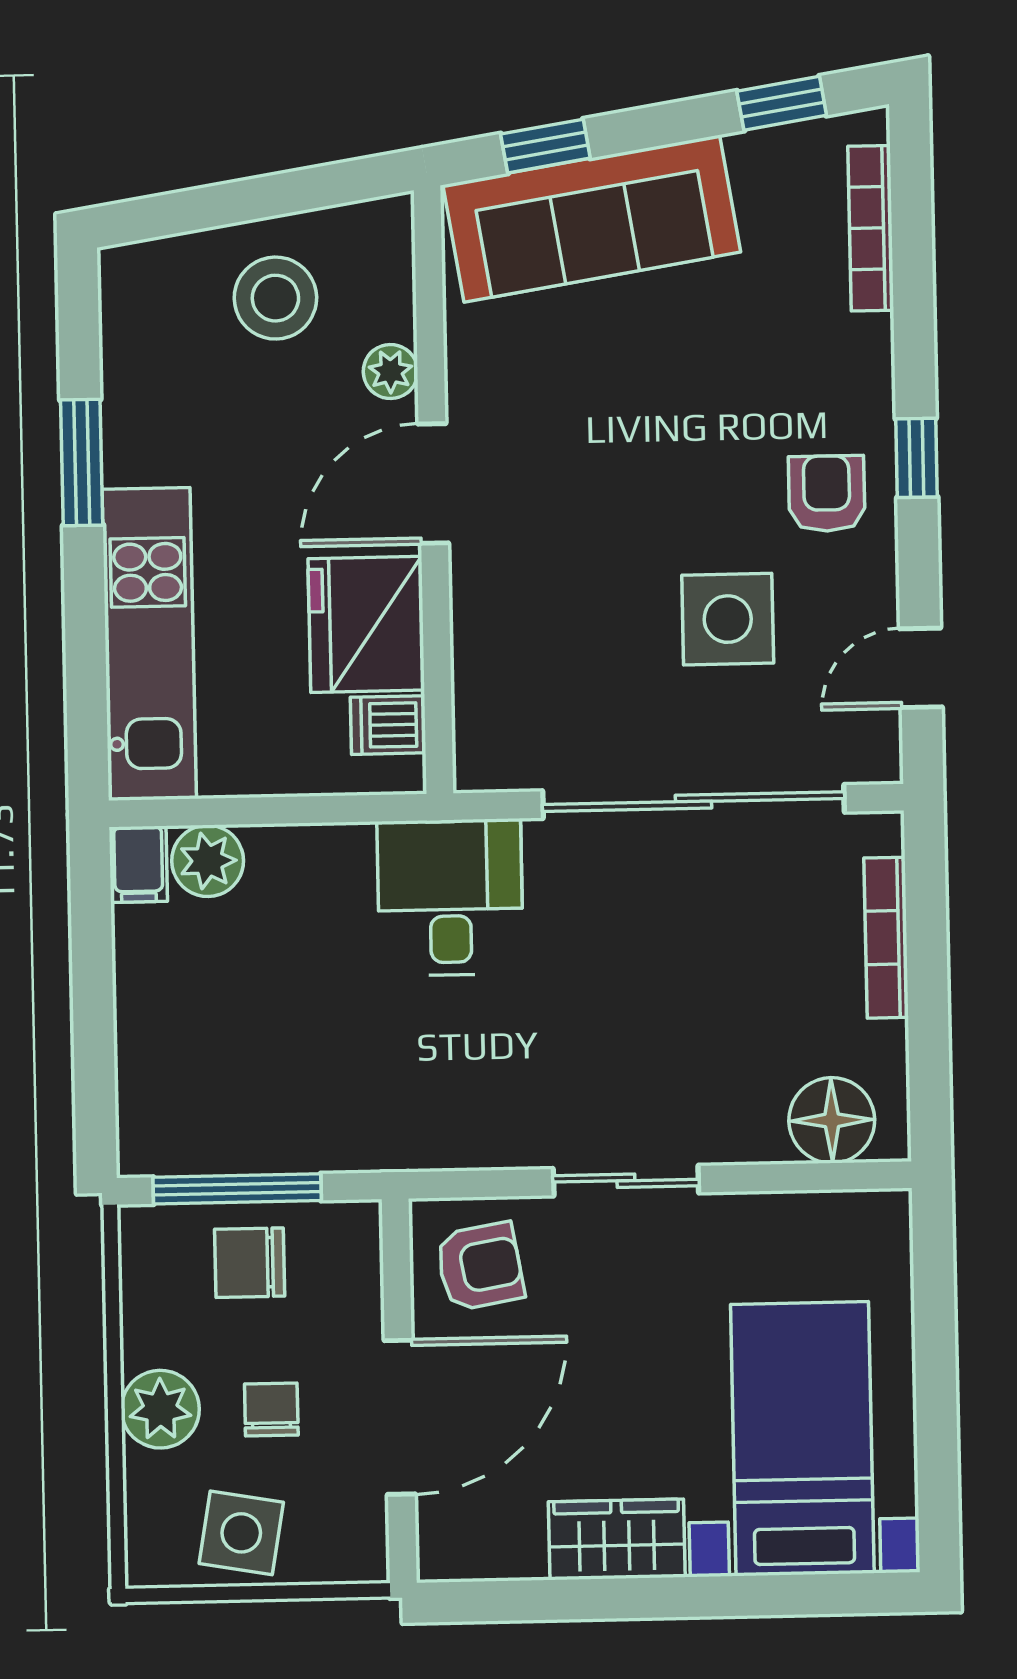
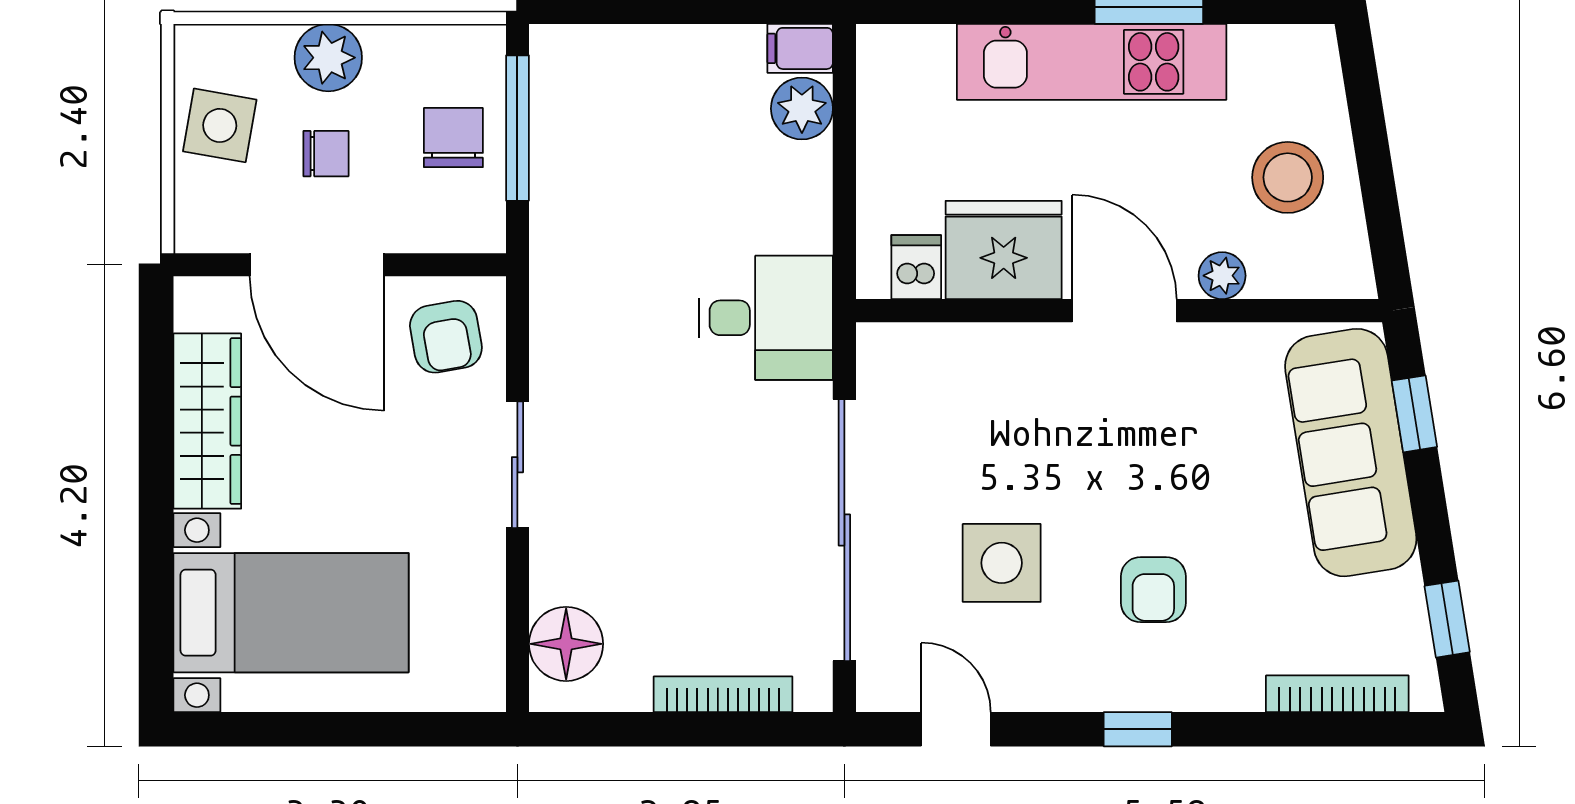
armchair: (827, 494) -> (1153, 590), moved, turned 90
kitchen unit: (149, 644) -> (1092, 62), moved
wardrobe: (617, 1539) -> (207, 421), width x1.50

